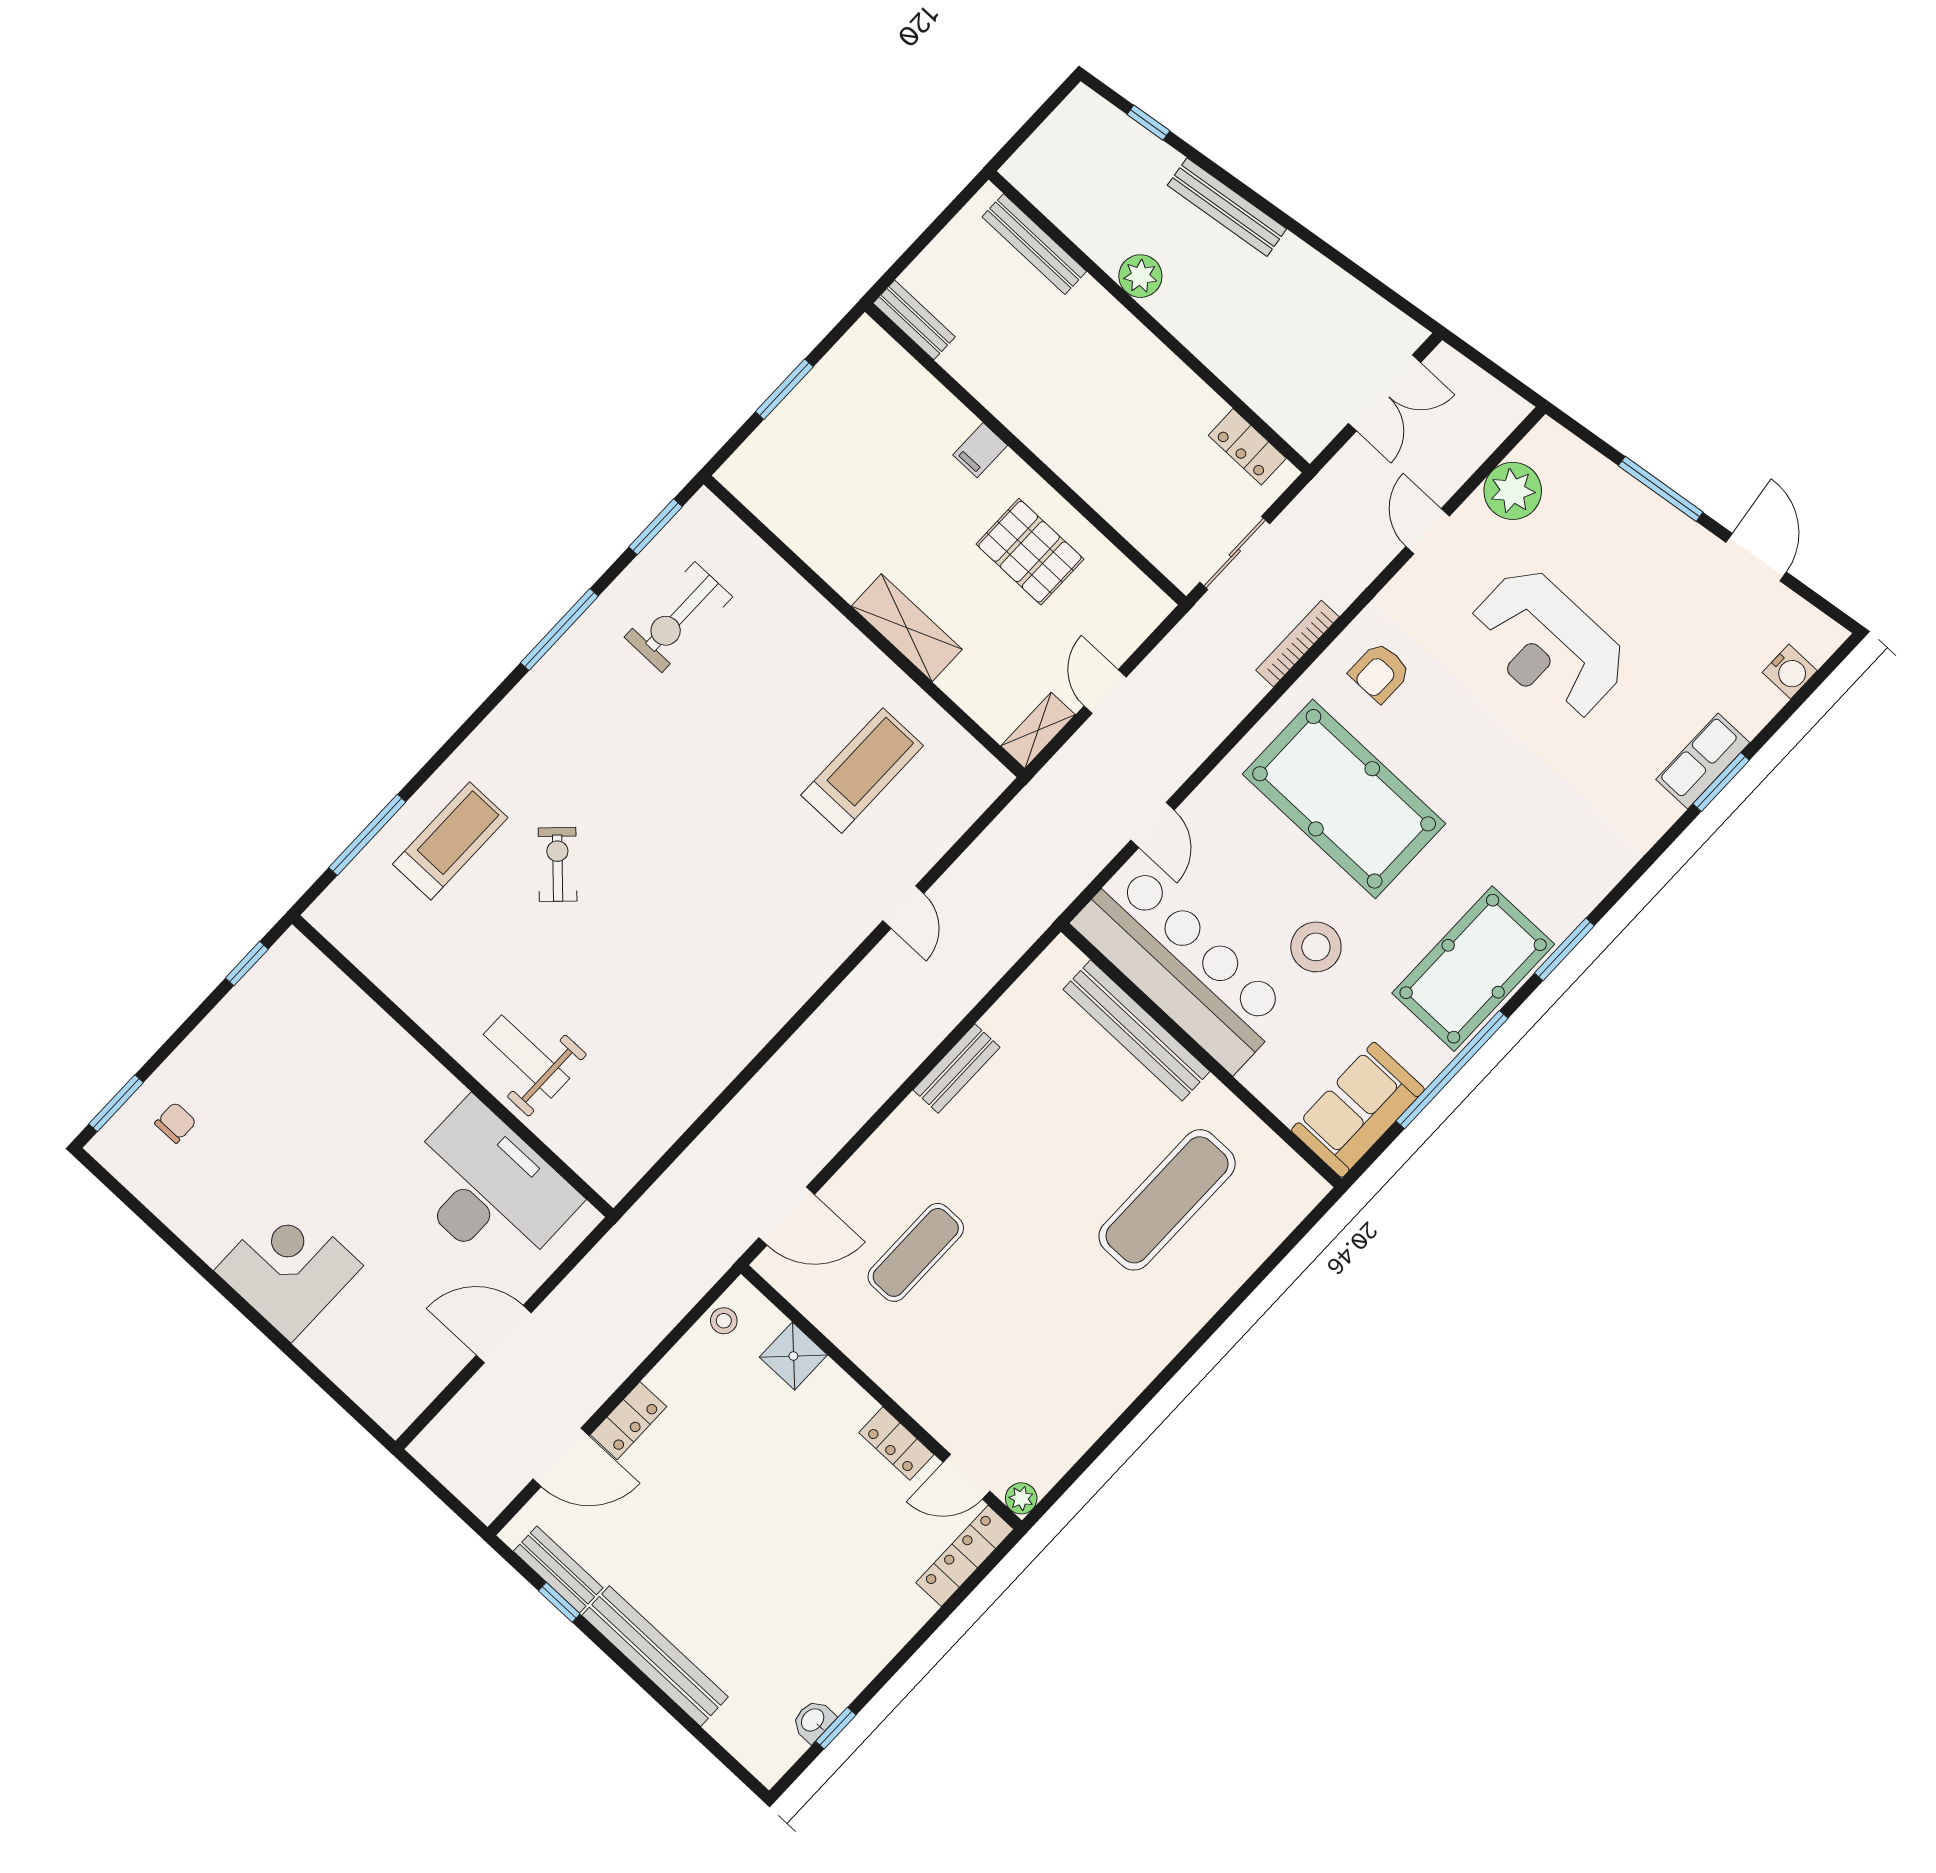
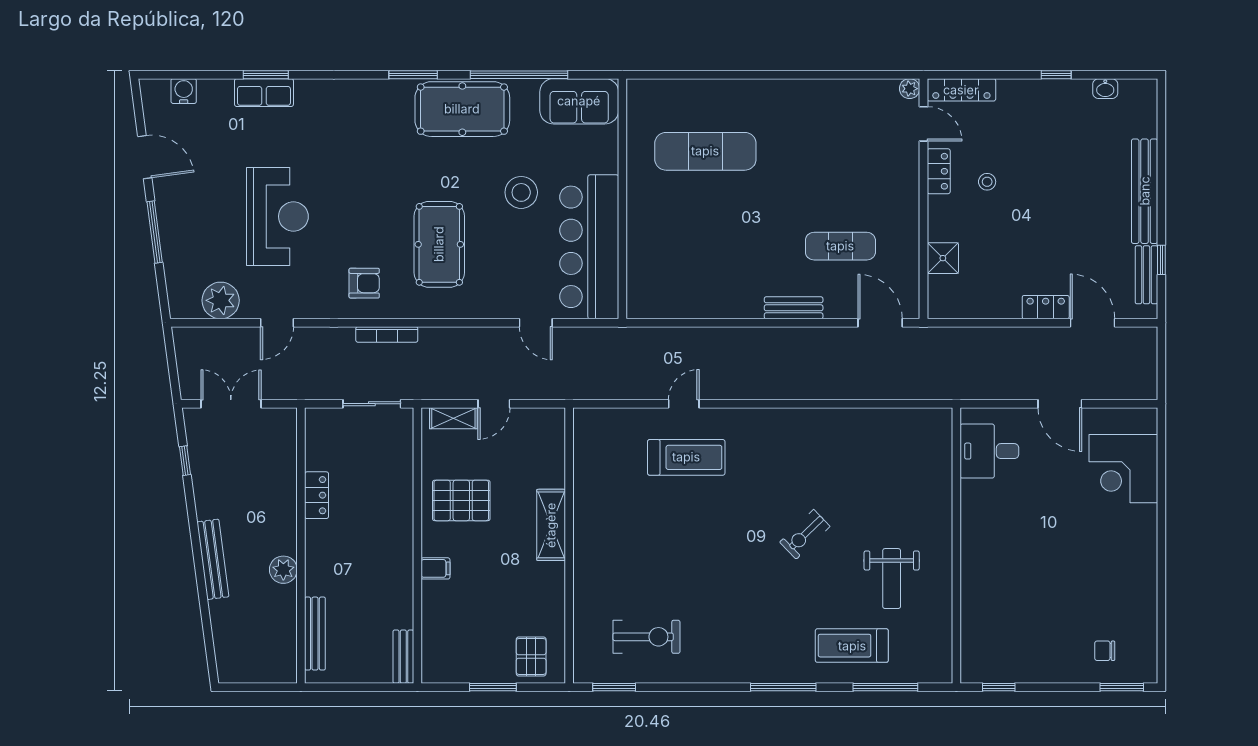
window: (1148, 123) -> (185, 461), moved
locker: (1247, 447) -> (317, 495), moved
pallet: (779, 465) -> (531, 656), added
pallet: (1030, 552) -> (461, 500), turned 90
door: (1756, 557) -> (145, 157), swing flipped
window: (559, 629) -> (783, 687), moved
shelving: (1038, 730) -> (453, 418), moved
treadmill: (862, 770) -> (686, 457), moved, turned 180
pool table: (1344, 799) -> (439, 244), width x0.73, depth x0.76
door: (1153, 825) -> (536, 323), swing flipped
exercise bike: (558, 864) -> (805, 534), moved
bench: (1136, 1030) -> (639, 240), removed
weight bench: (526, 1056) -> (892, 579), moved
bench: (957, 1069) -> (794, 308), moved
desk: (489, 1189) -> (989, 451), width x0.53, depth x0.77
corner desk: (289, 1268) -> (1123, 469), moved
stool: (724, 1321) -> (987, 182), moved
window: (836, 1728) -> (1056, 75), moved

